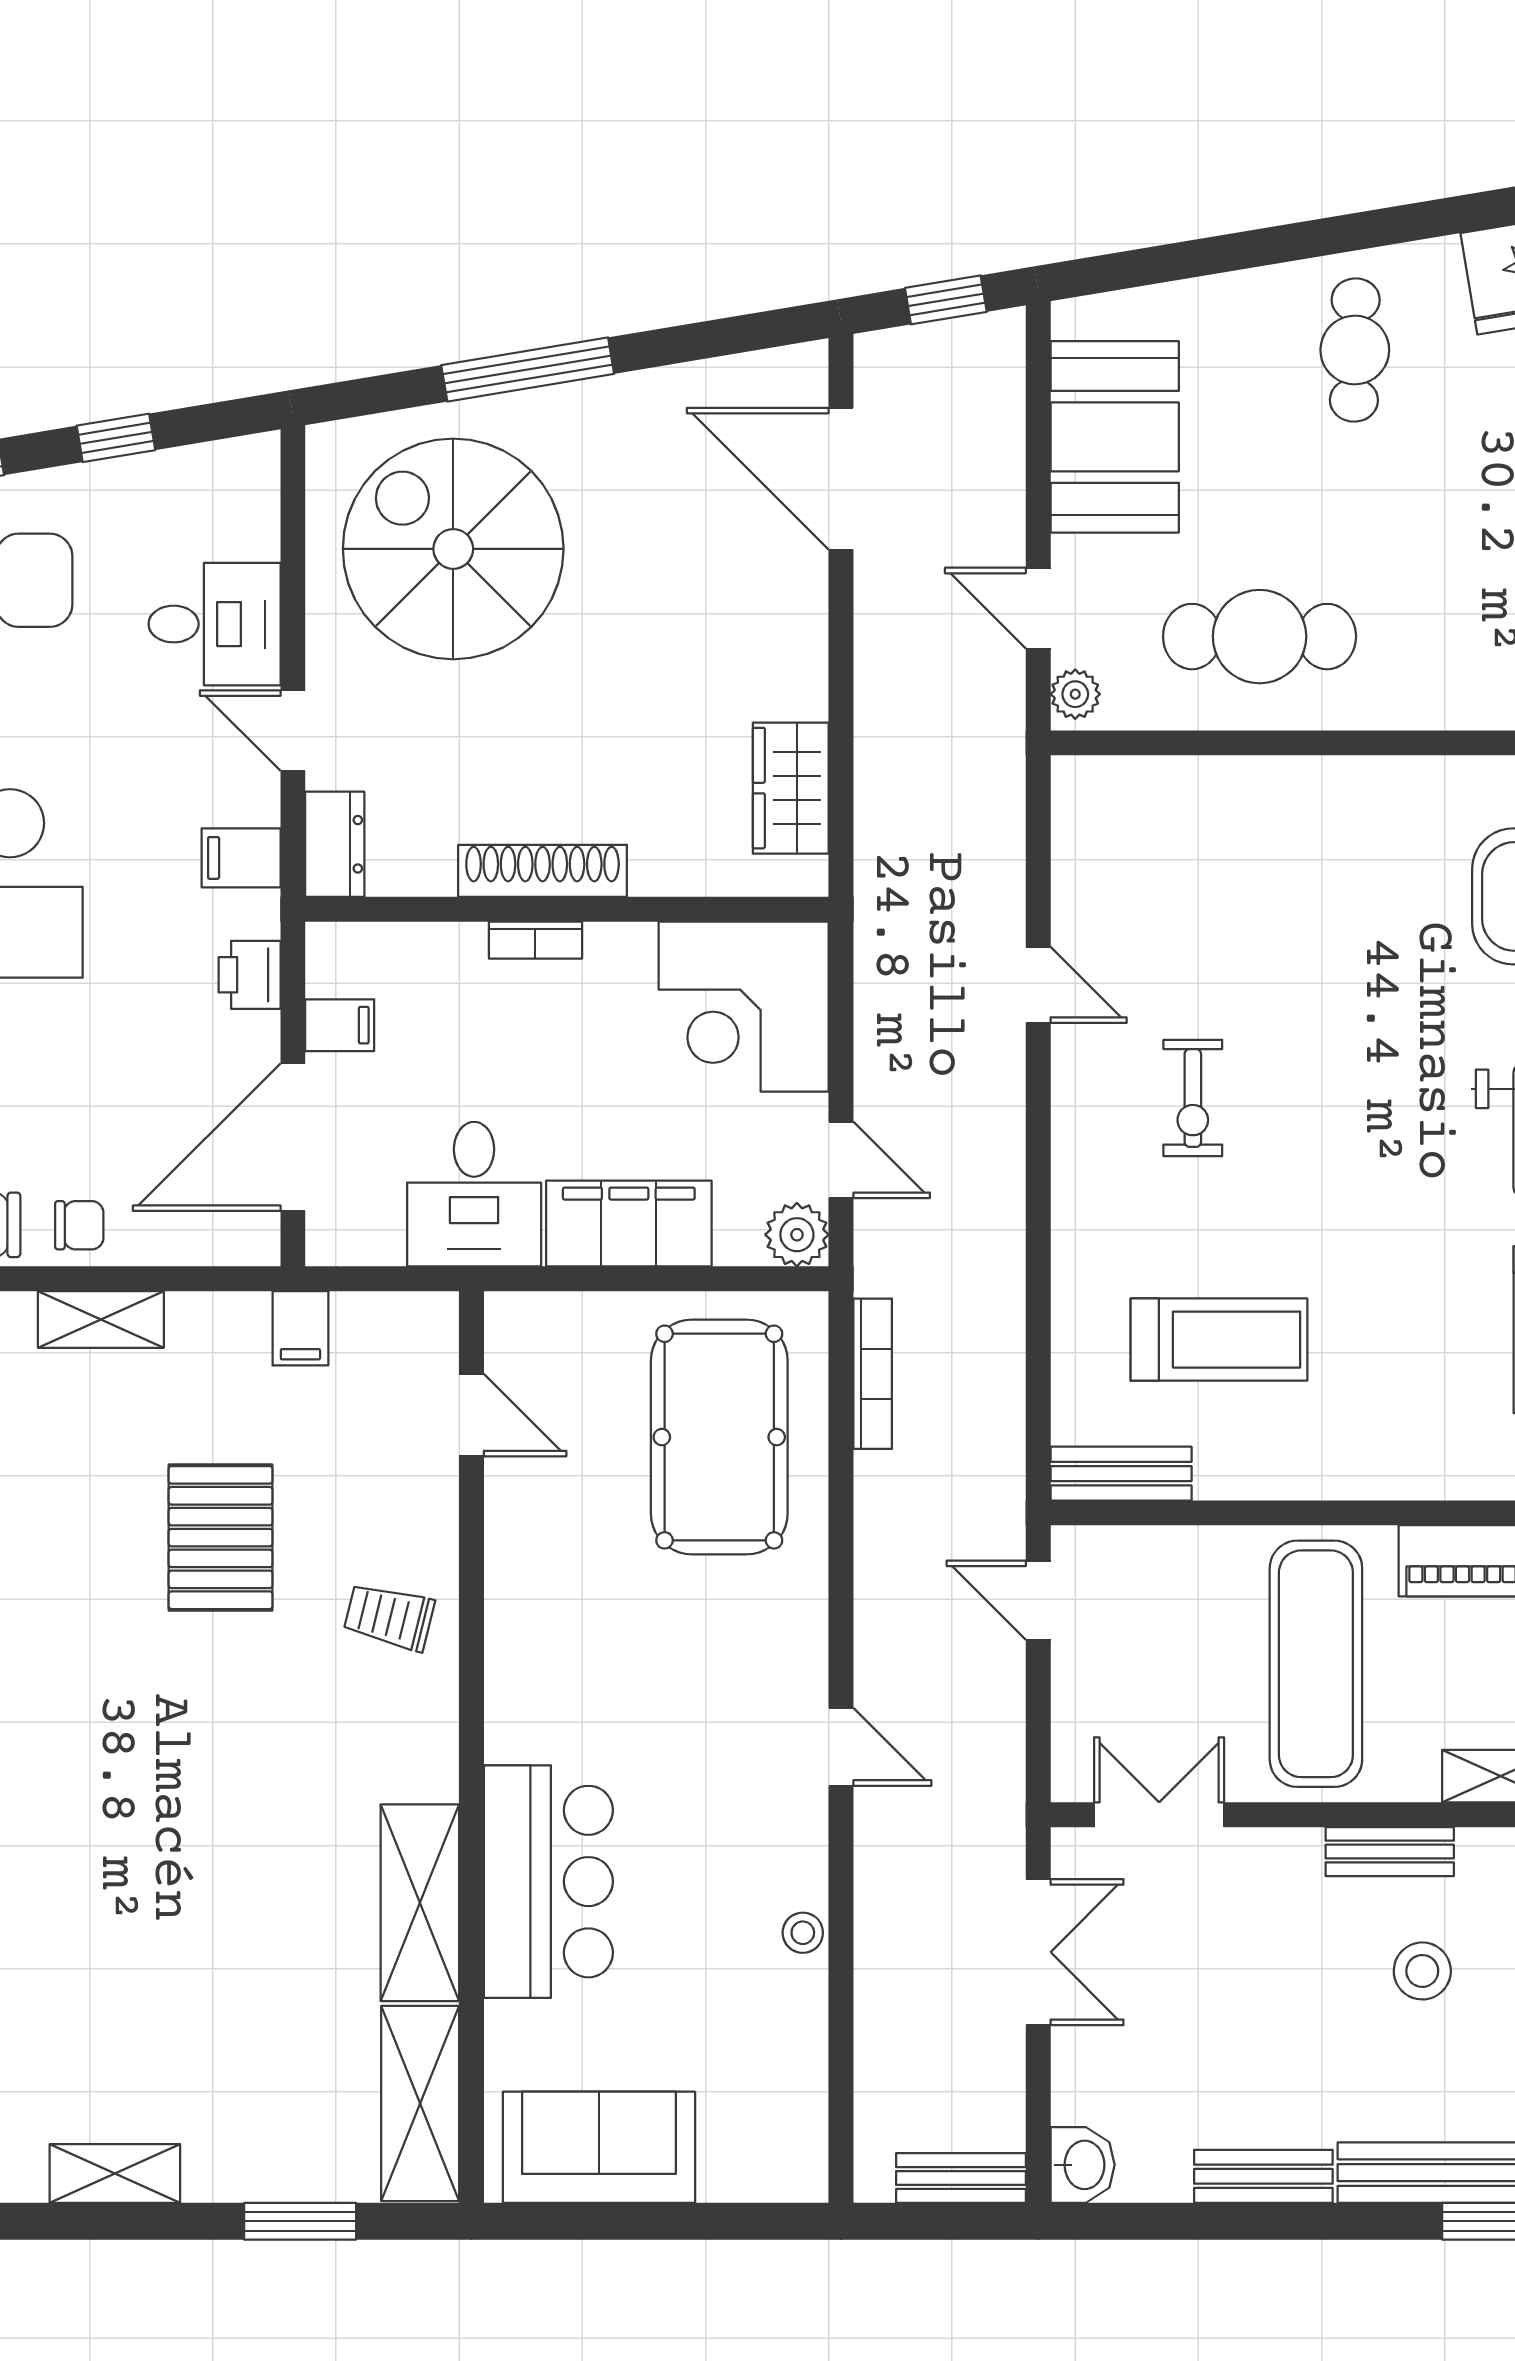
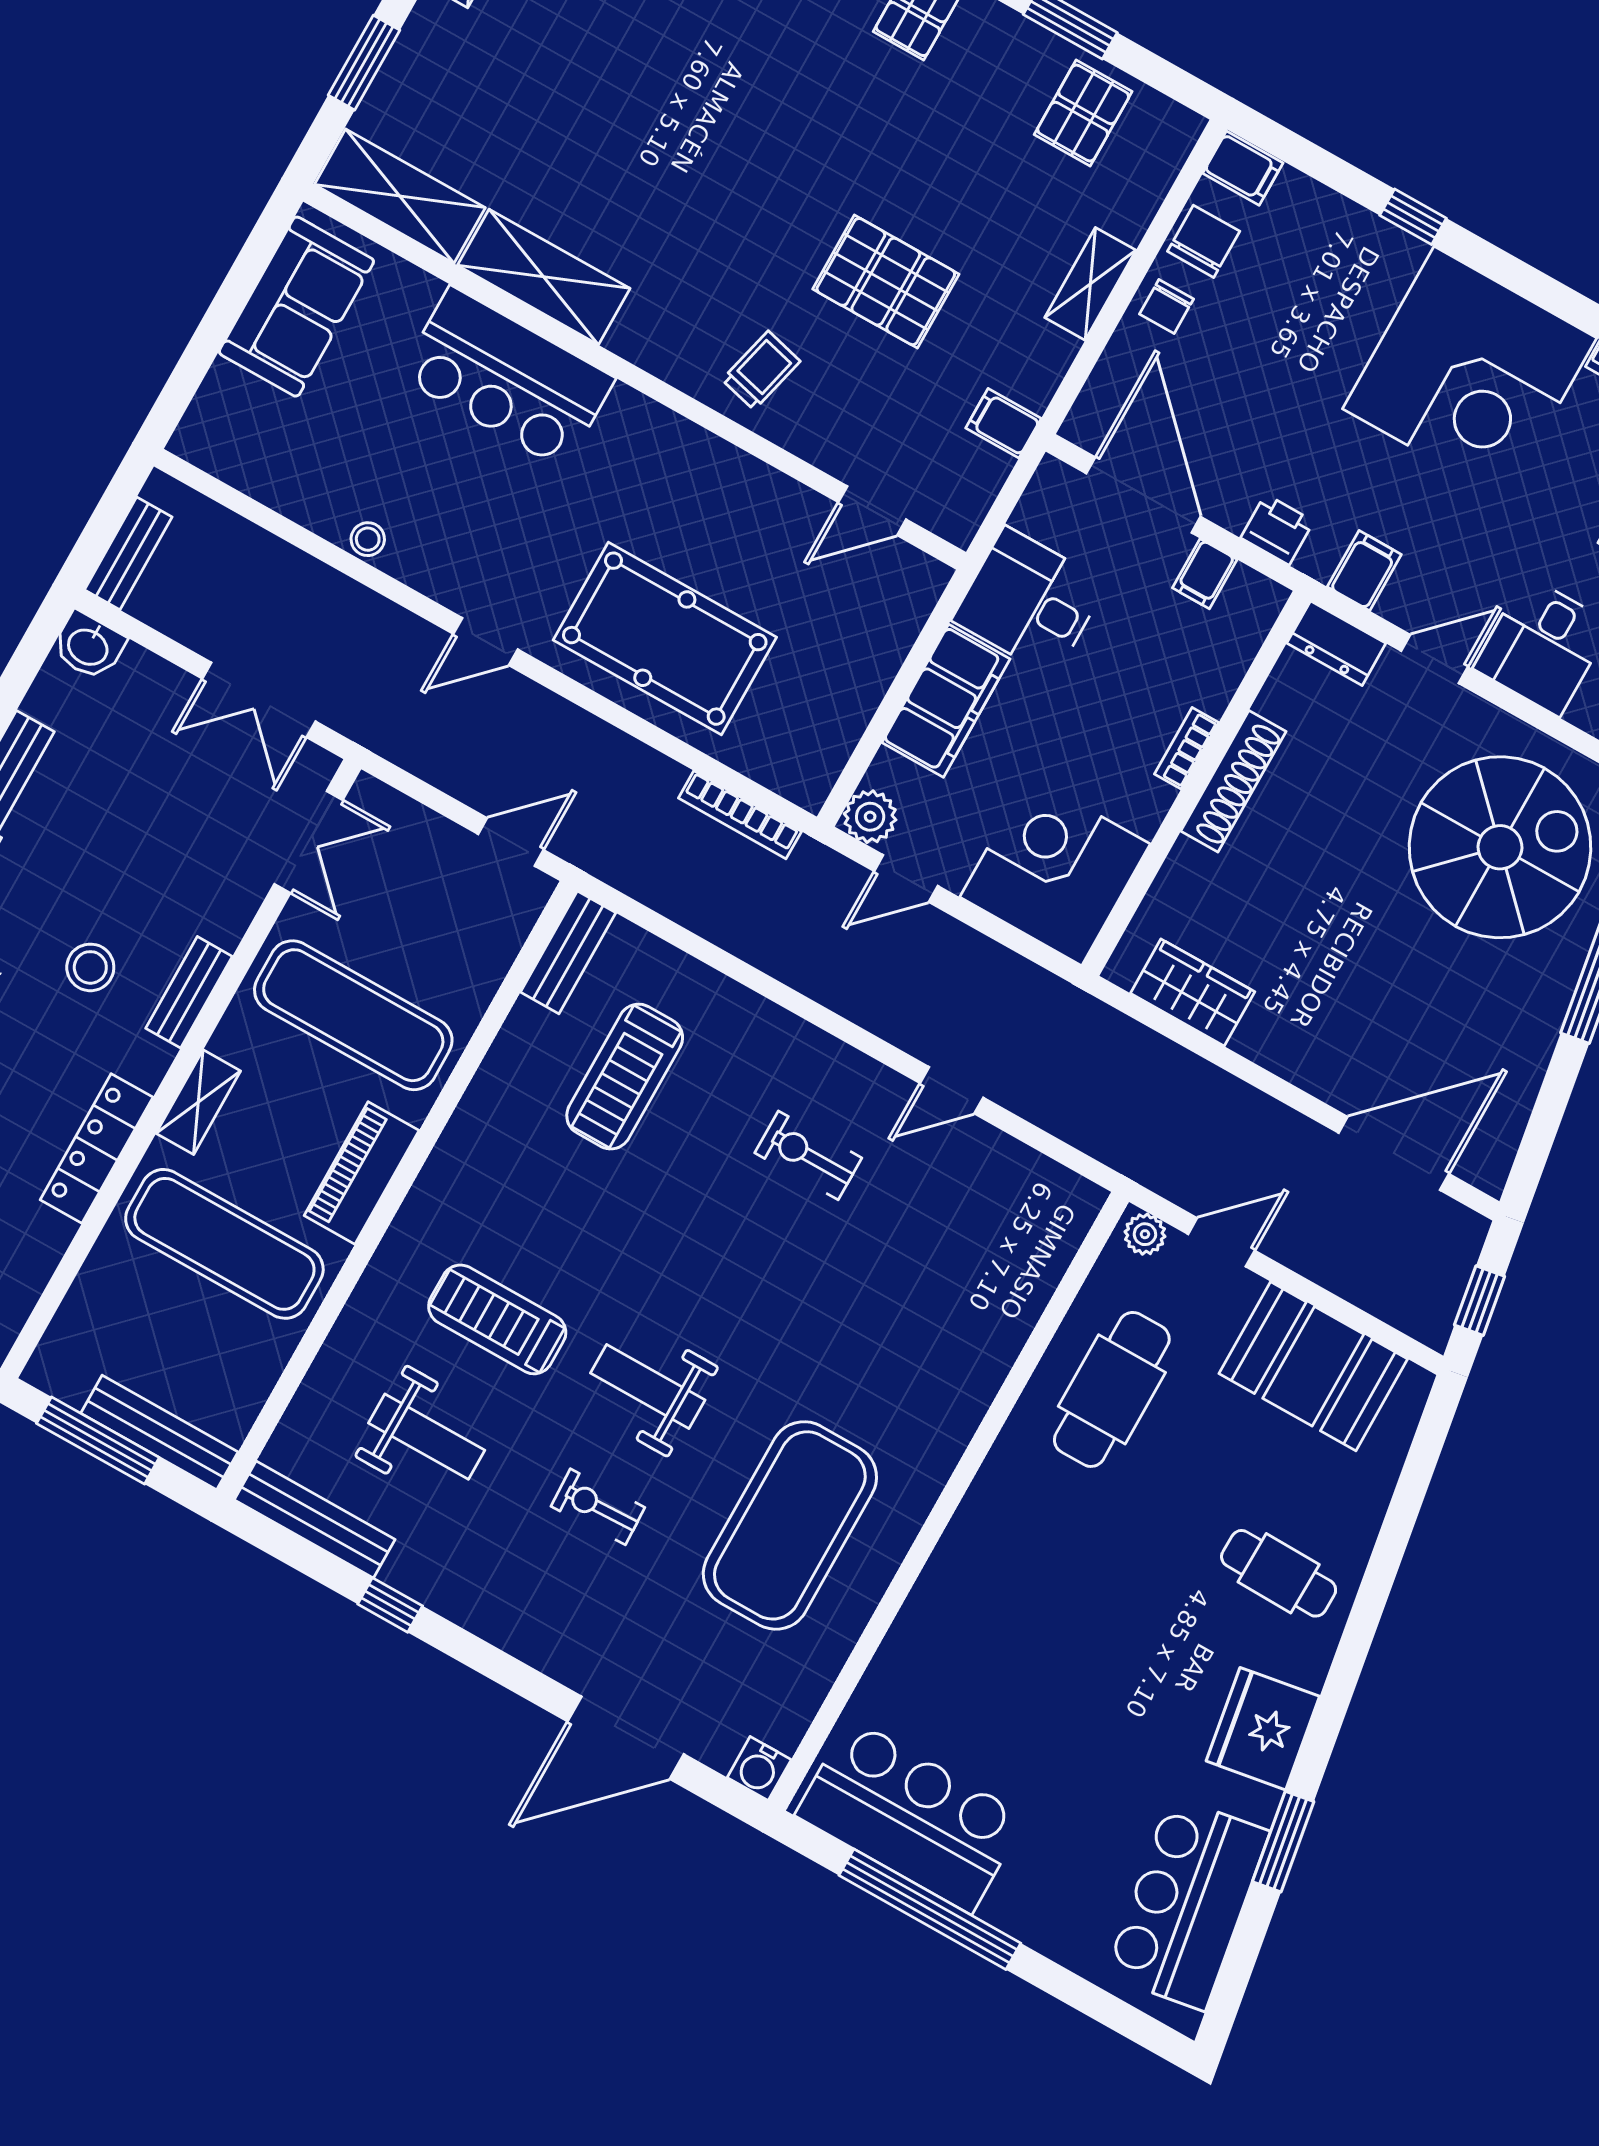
pool table: (719, 1437) -> (665, 639), moved

